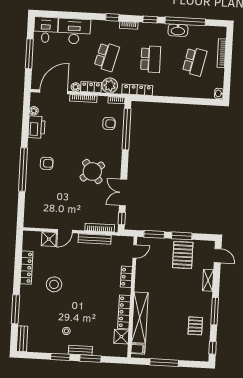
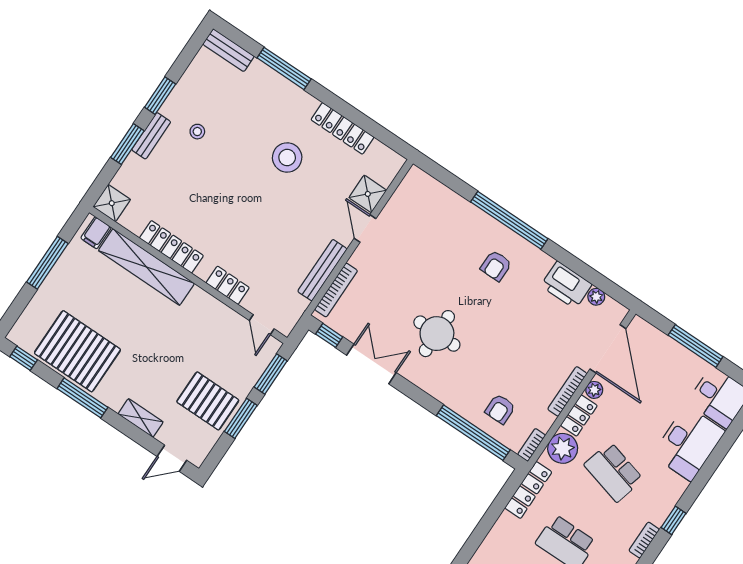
round table: (92, 172) -> (437, 334), turned 38
pallet: (195, 326) -> (77, 351), width x2.05, depth x2.00
shower: (121, 337) -> (112, 203), moved

